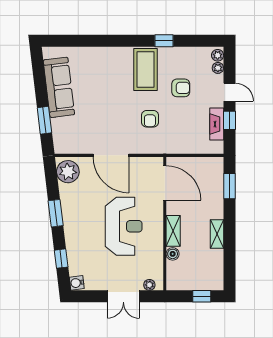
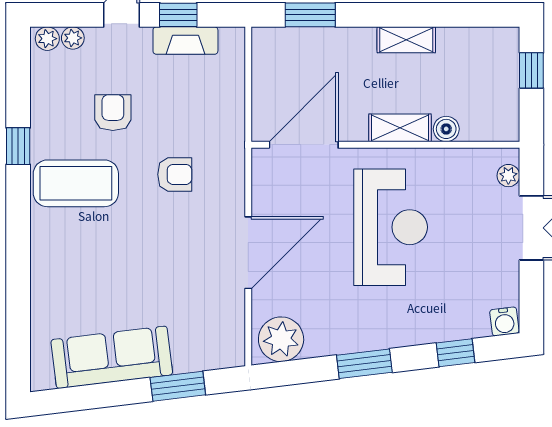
reception desk: (124, 226) -> (391, 227), turned 90

